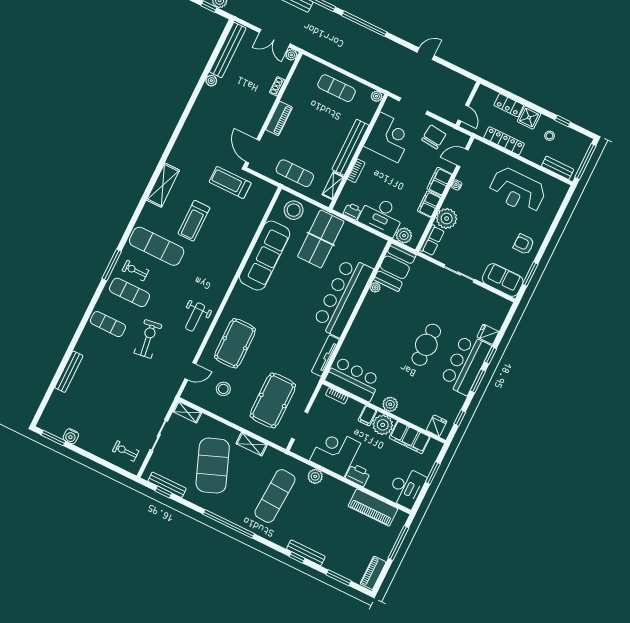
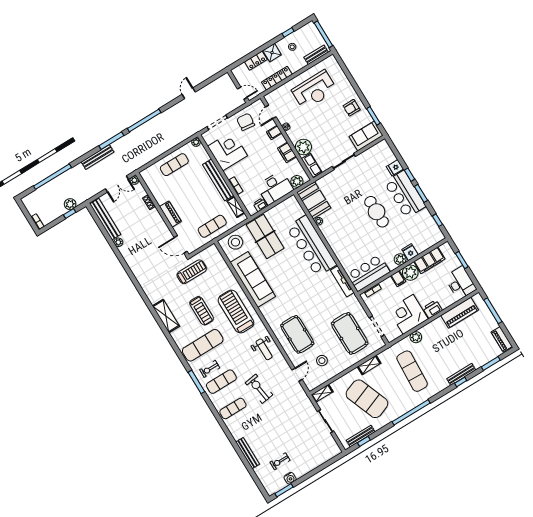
filing cabinet: (439, 182) -> (274, 132), width x0.50
treadmill: (230, 183) -> (192, 272), turned 180
treadmill: (217, 259) -> (236, 312), added
fridge: (437, 426) -> (410, 252), moved
exercise bike: (126, 451) -> (280, 461), moved

